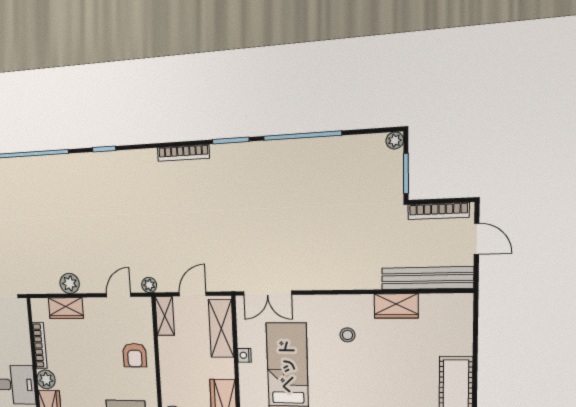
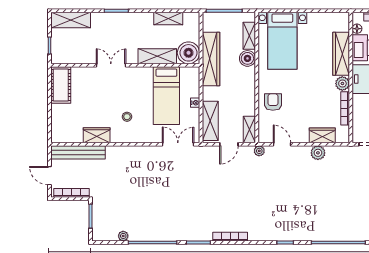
plant: (395, 140) -> (123, 236), moved
door: (119, 295) -> (282, 144), swing flipped

